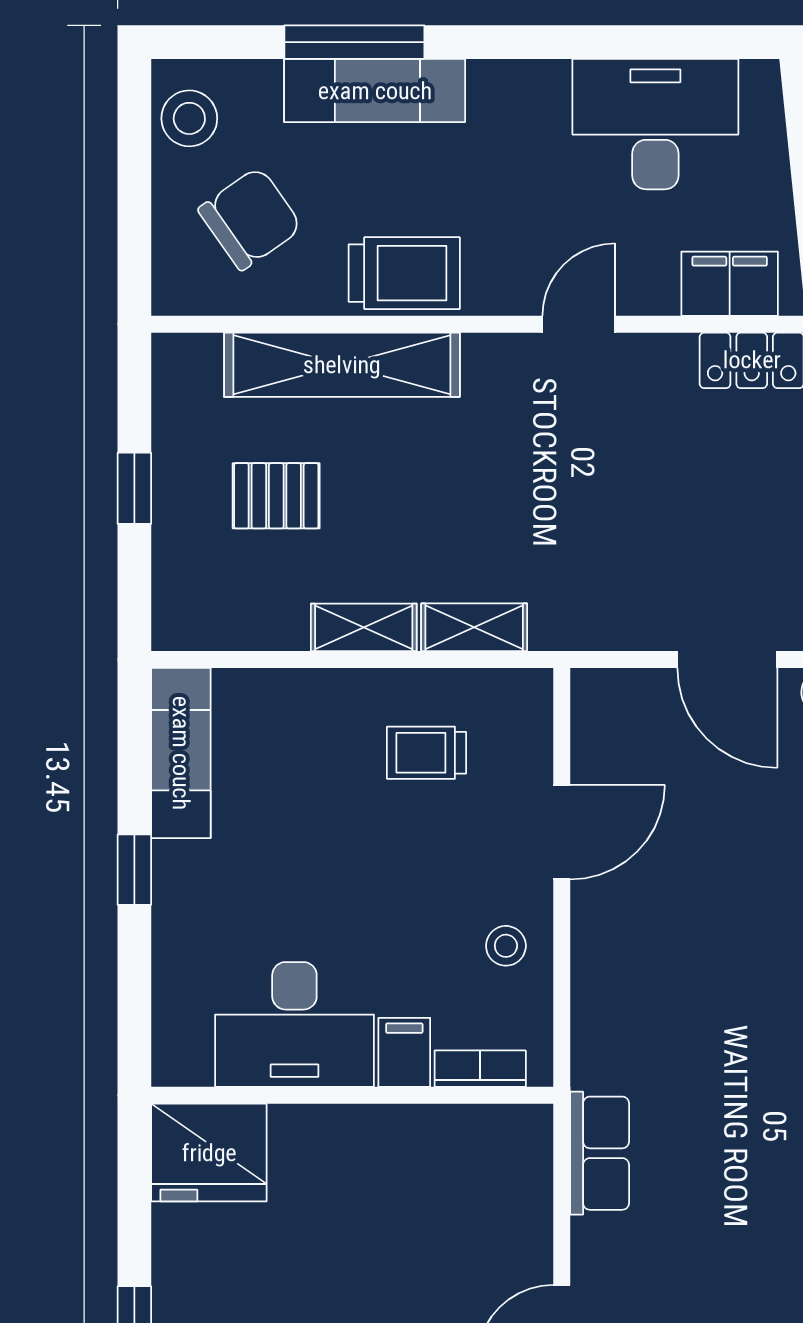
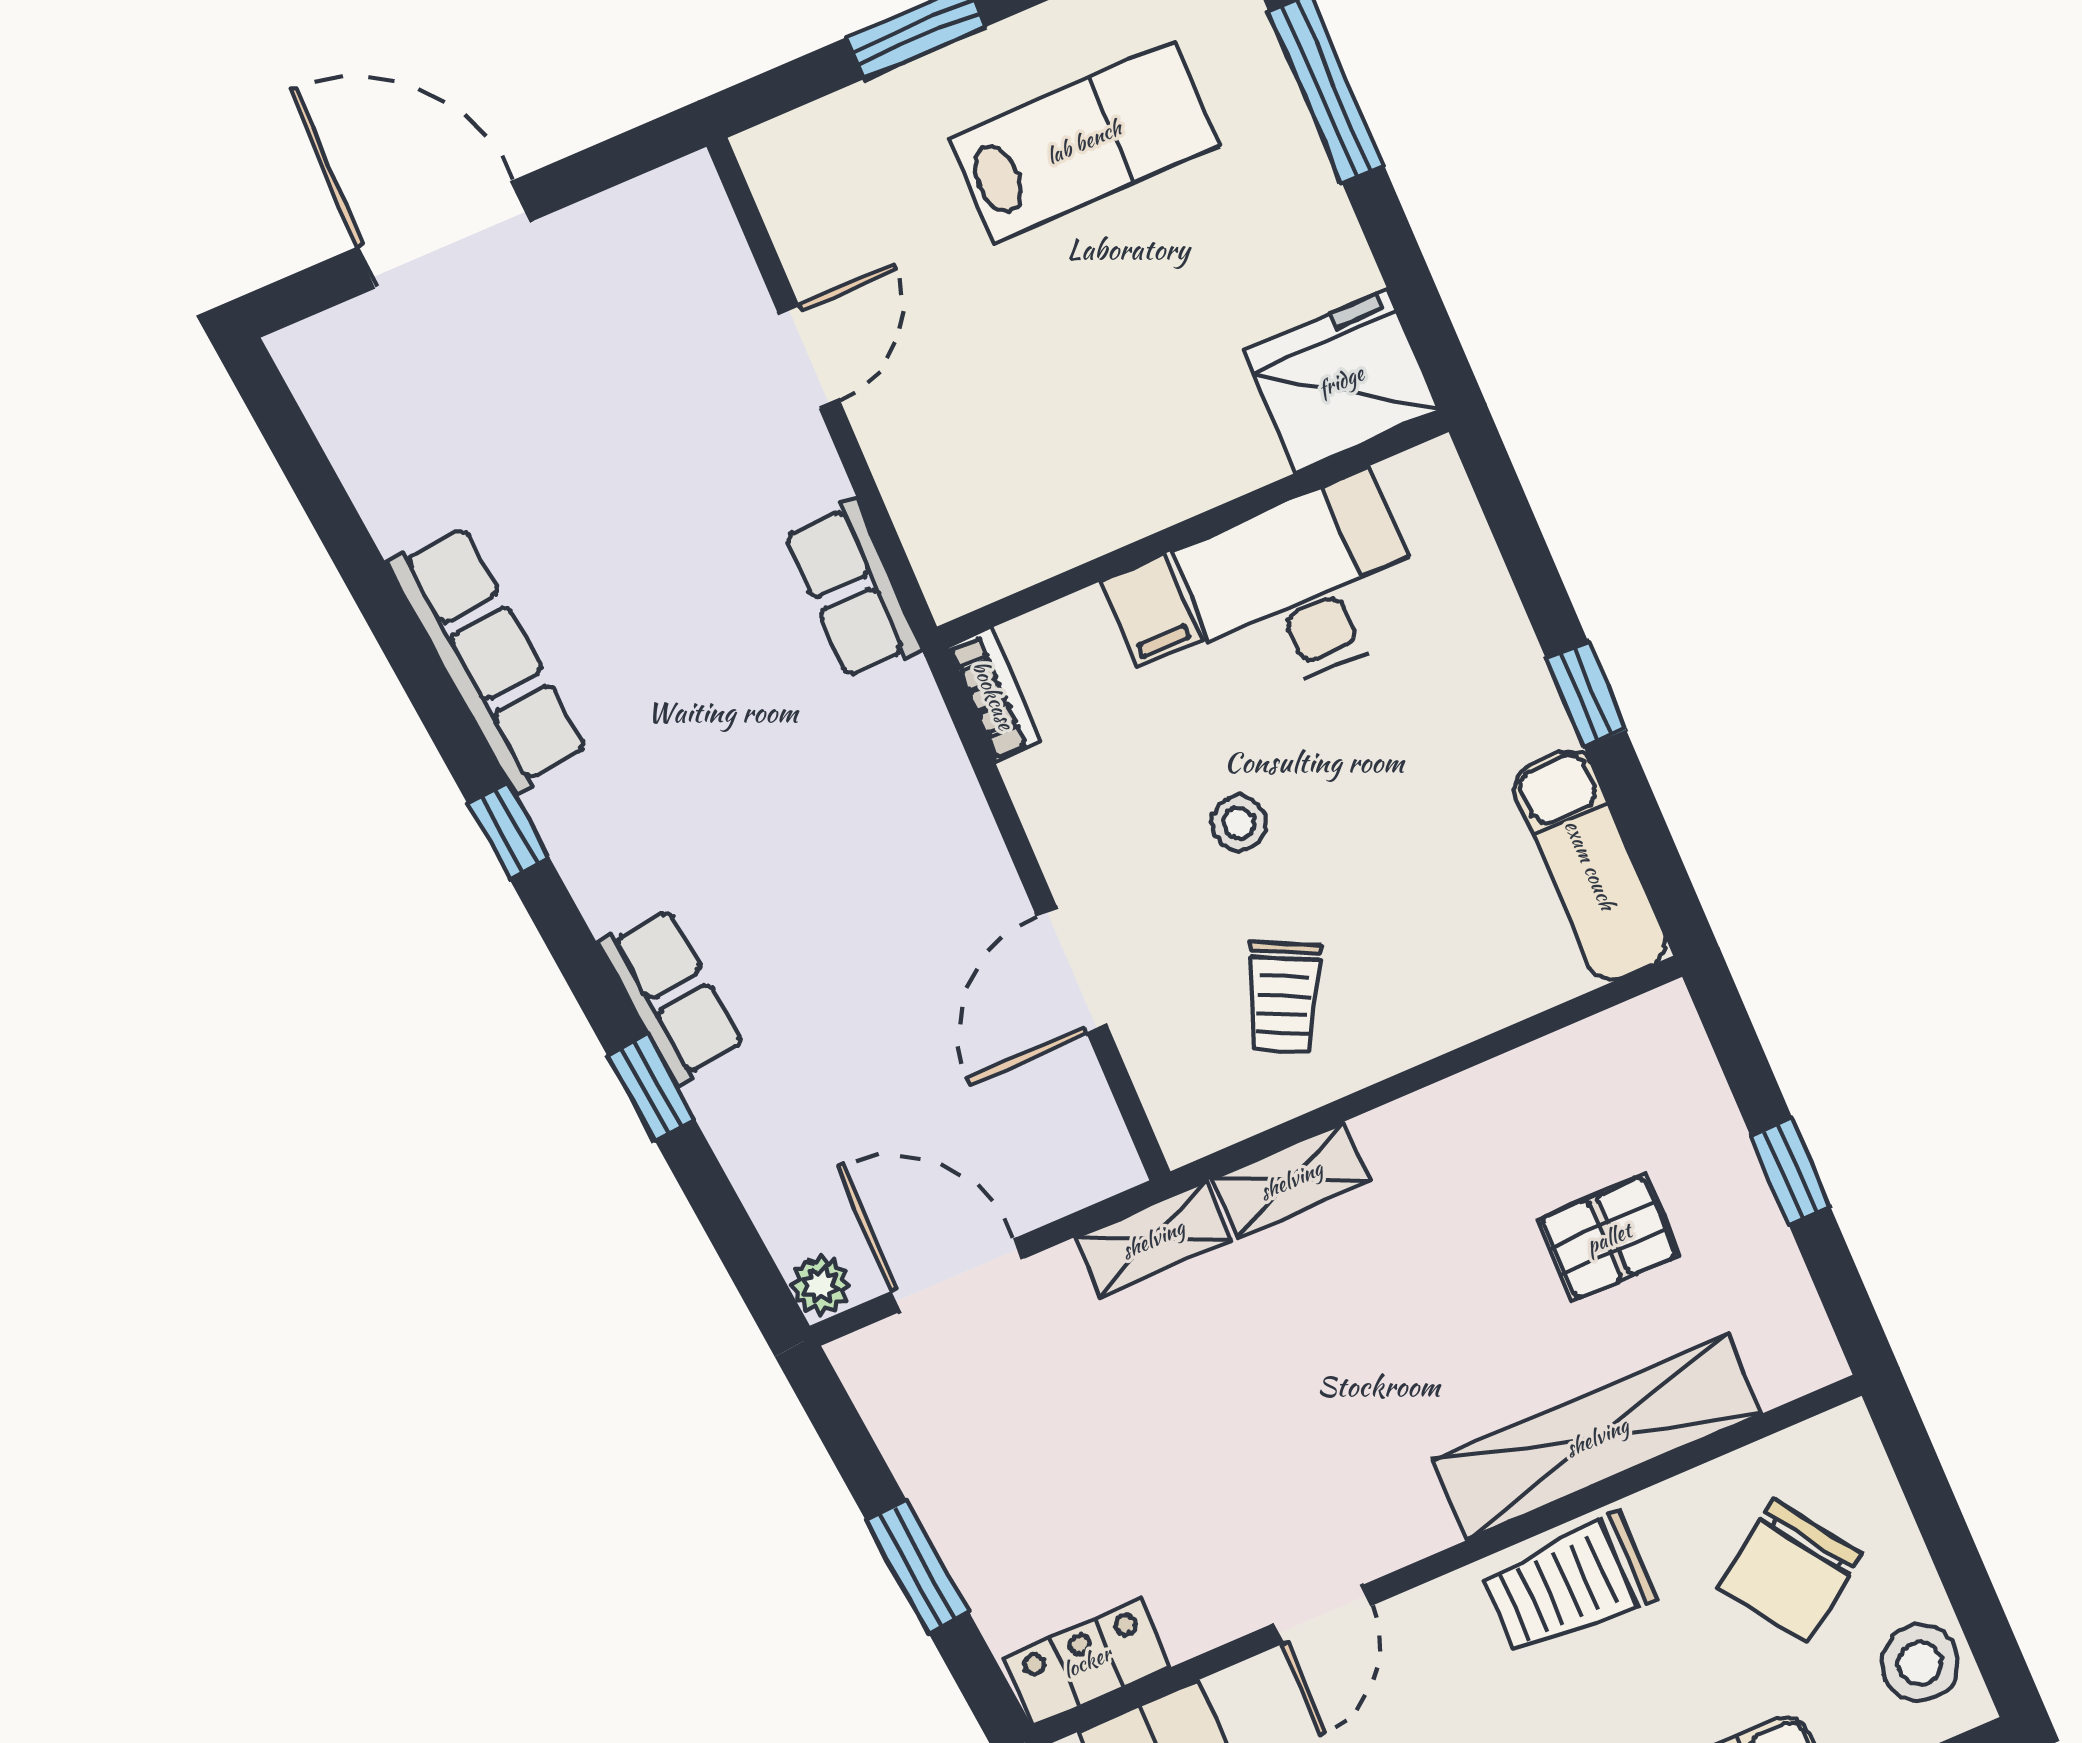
shelving: (364, 627) -> (1153, 1239), moved
trolley: (426, 753) -> (1284, 997), turned 116
stool: (506, 946) -> (1239, 823), moved
bookcase: (480, 1069) -> (993, 695), moved, turned -90

